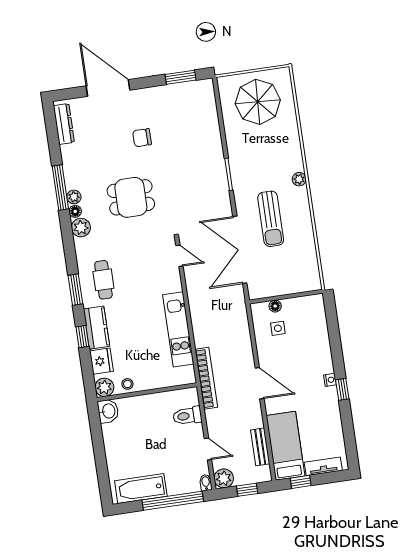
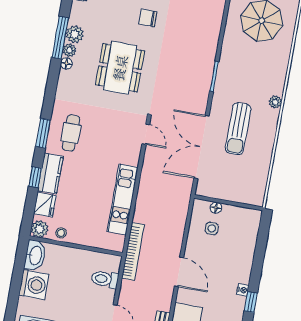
dining table: (131, 197) -> (120, 68), width x1.38
plant: (81, 228) -> (75, 34), moved
washbasin: (108, 411) -> (35, 255), width x1.38
washing machine: (118, 445) -> (34, 285), added

